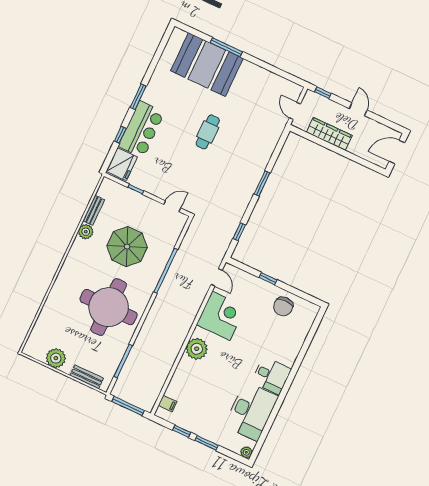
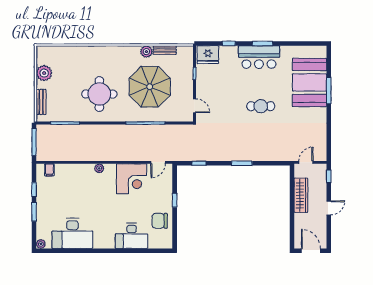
bar counter: (141, 129) -> (259, 57), moved
parasol: (127, 247) -> (150, 87), width x1.36, depth x1.36
round table: (109, 307) -> (99, 94), width x0.73, depth x0.73
plant: (197, 349) -> (99, 168), width x0.53, depth x0.53
desk: (271, 376) -> (132, 236), moved, width x1.37

